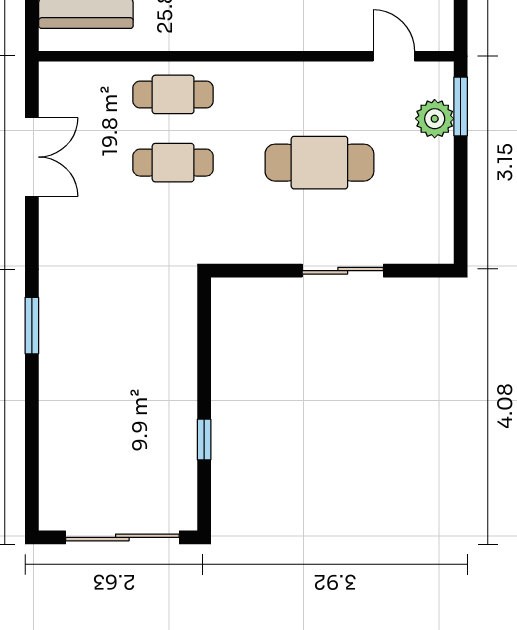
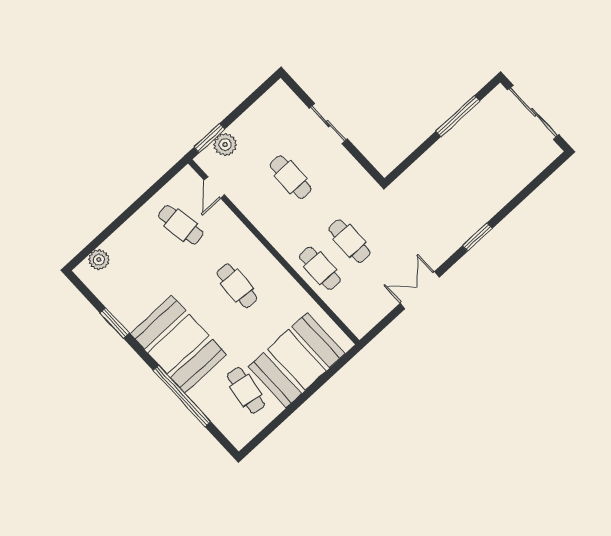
double door: (32, 157) -> (420, 290), moved
cafe table: (319, 163) -> (291, 177), width x0.73, depth x0.74
window: (204, 440) -> (458, 116), width x2.17

